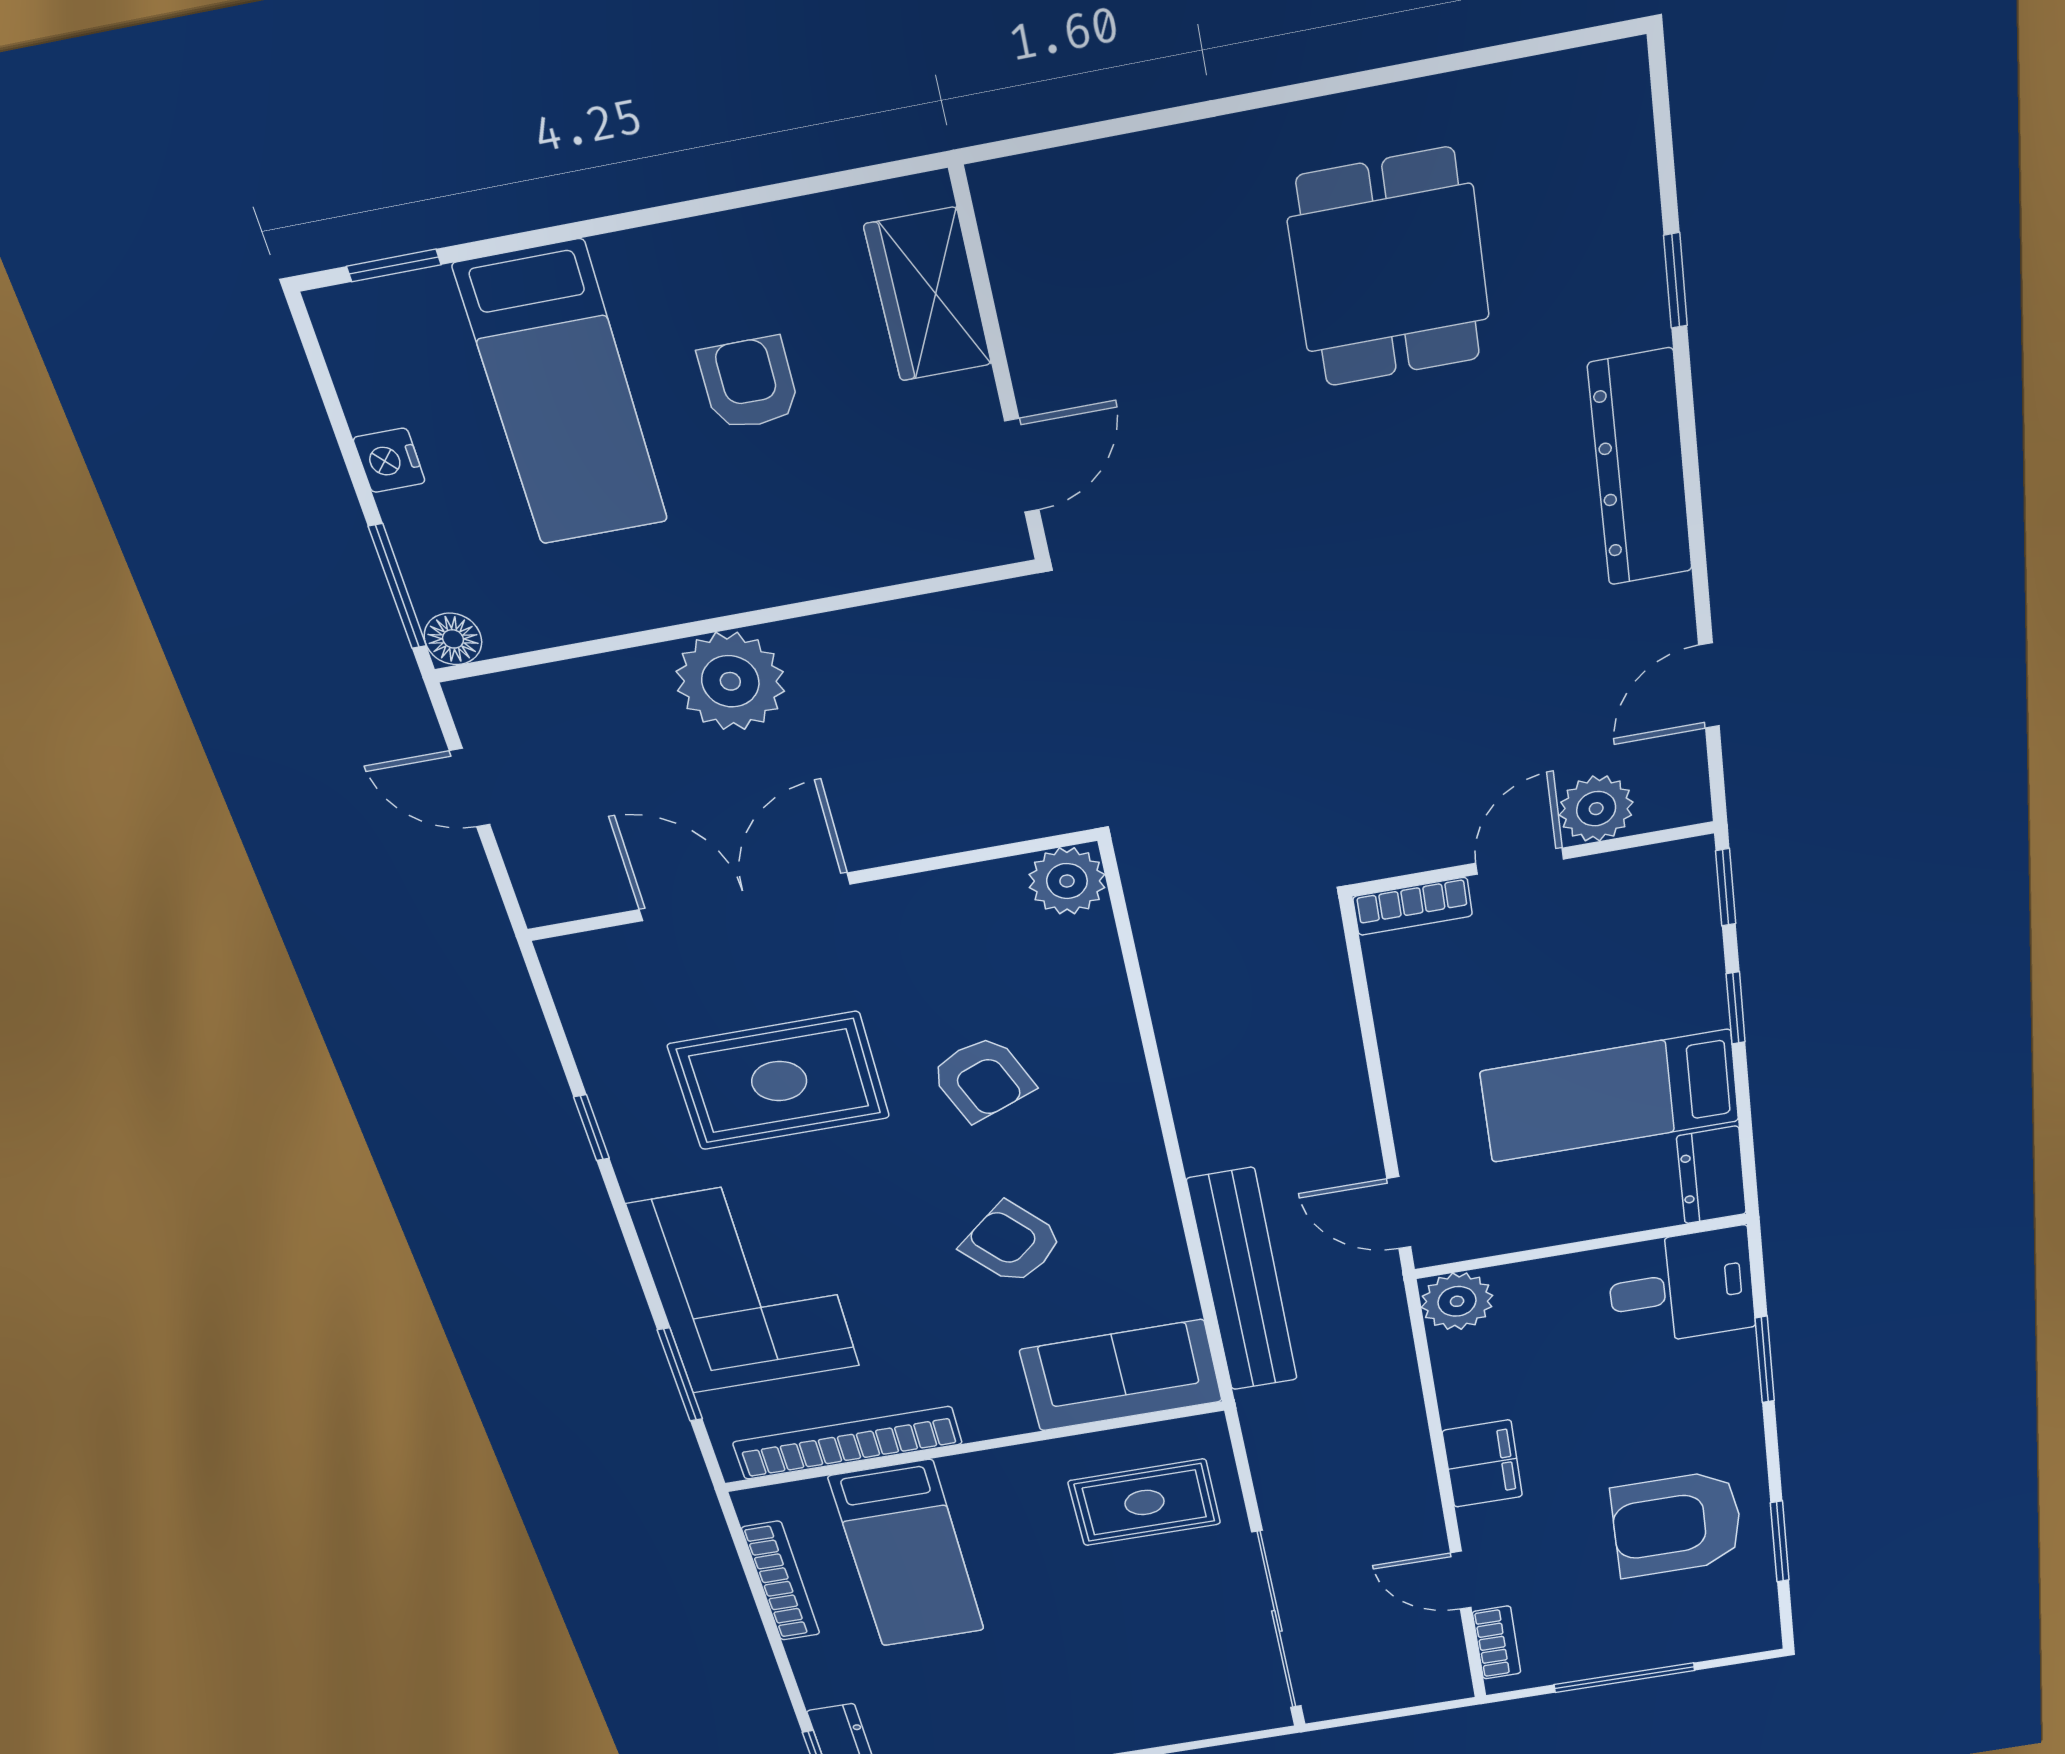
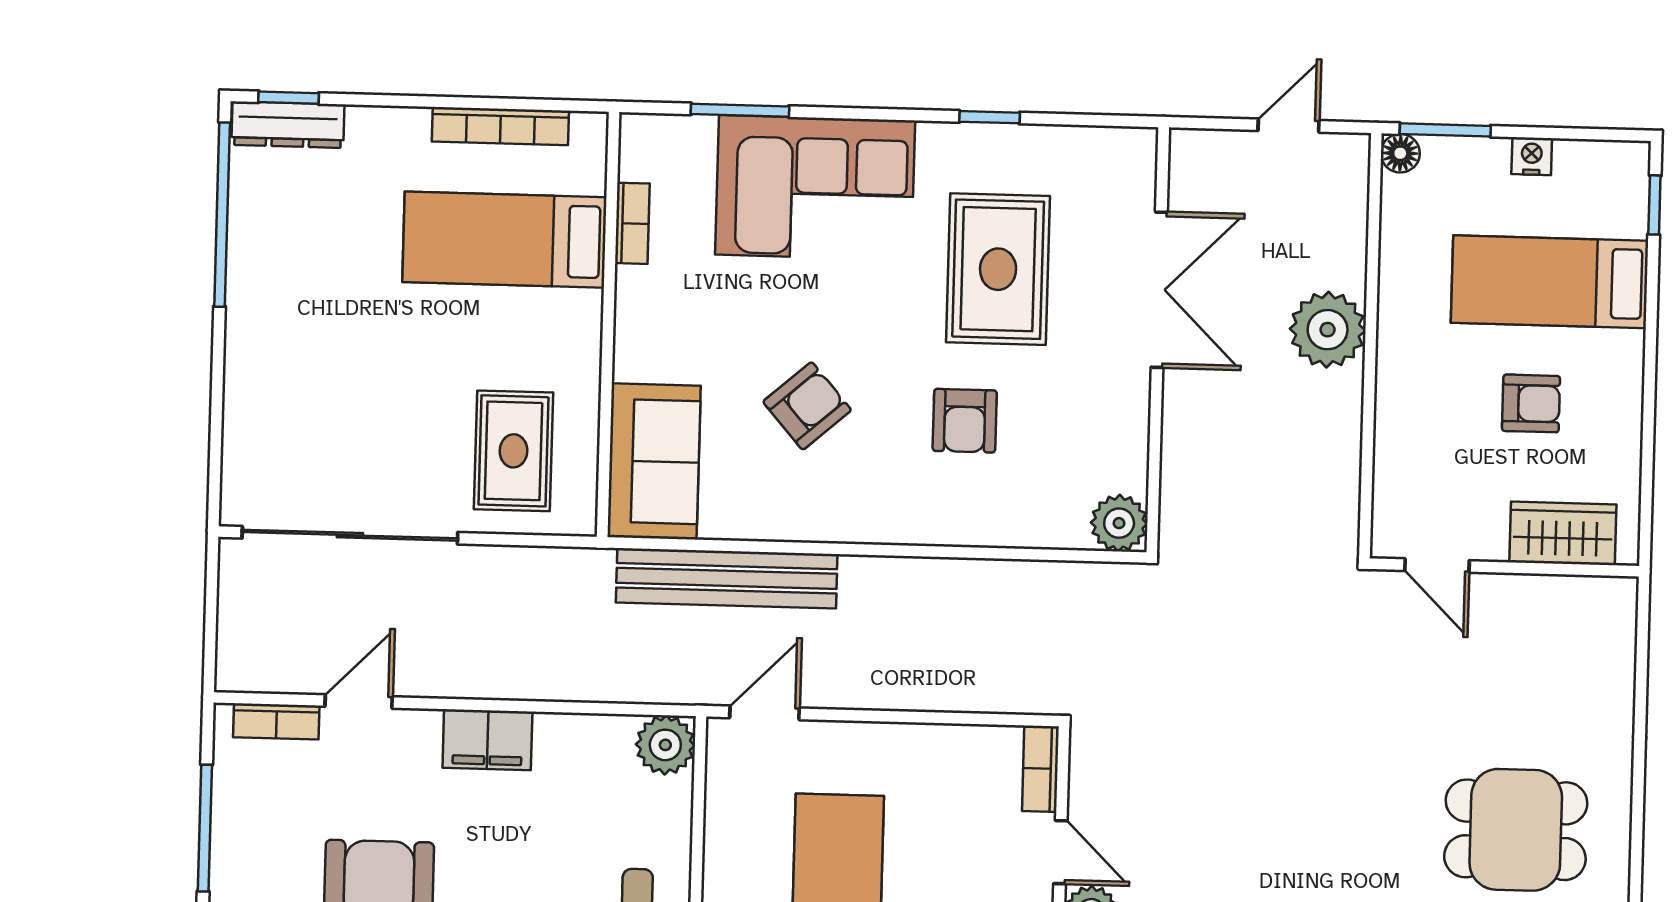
armchair: (982, 1079) -> (965, 421), turned -68
bookcase: (848, 1443) -> (632, 223), width x0.43, depth x0.76

